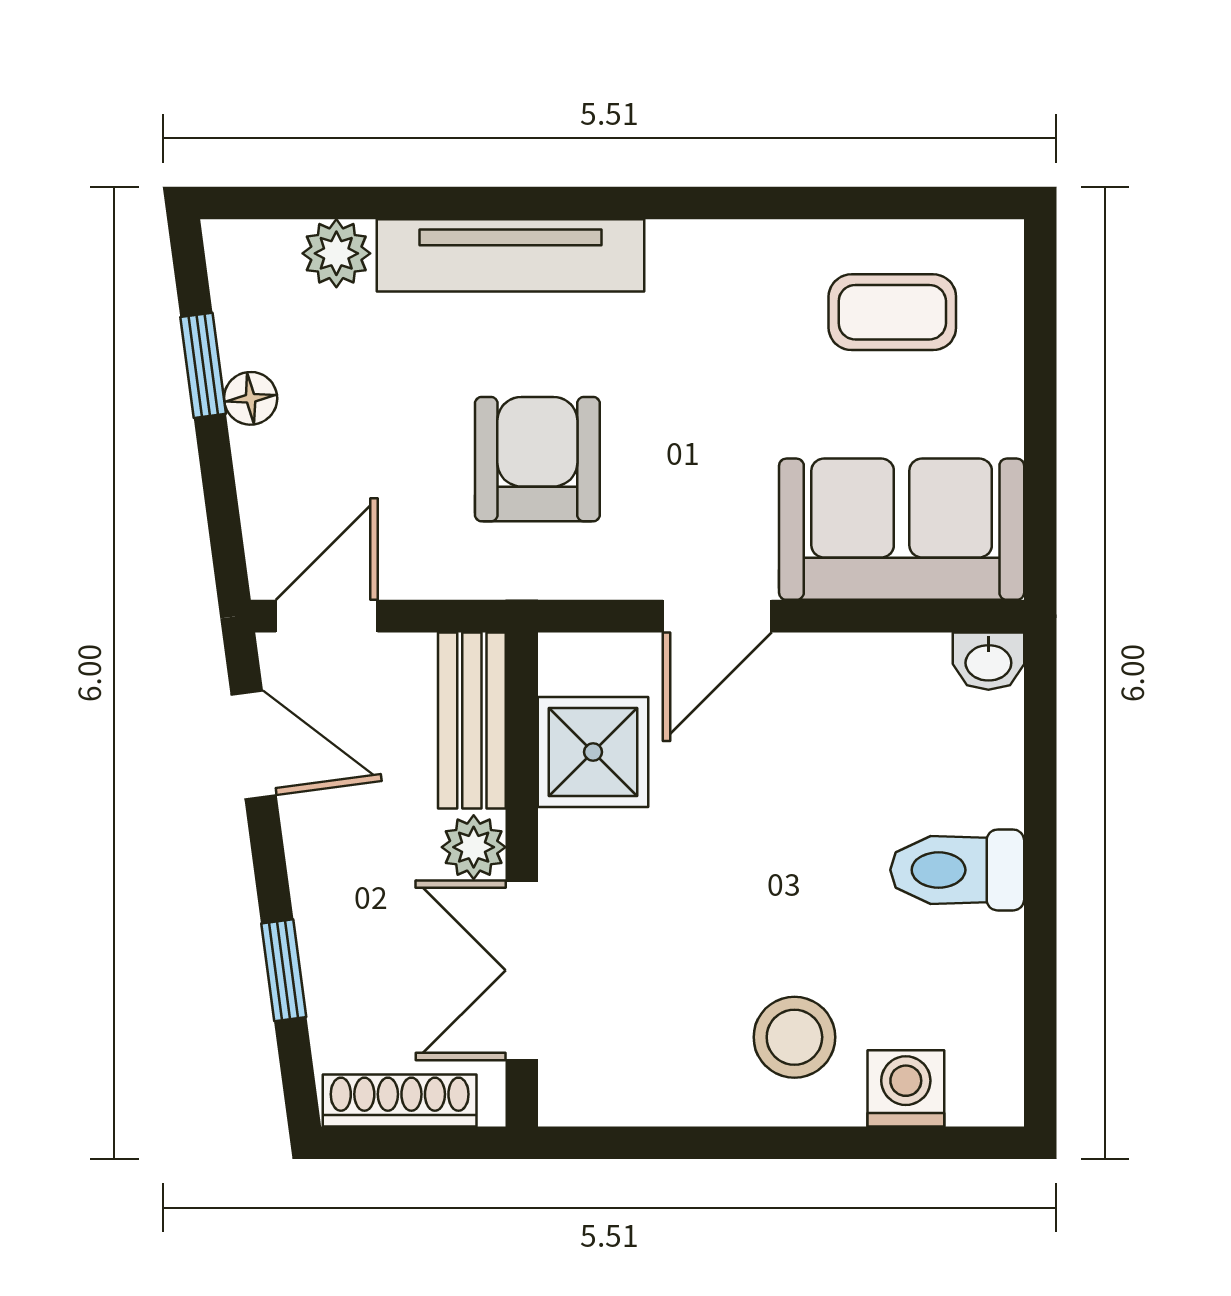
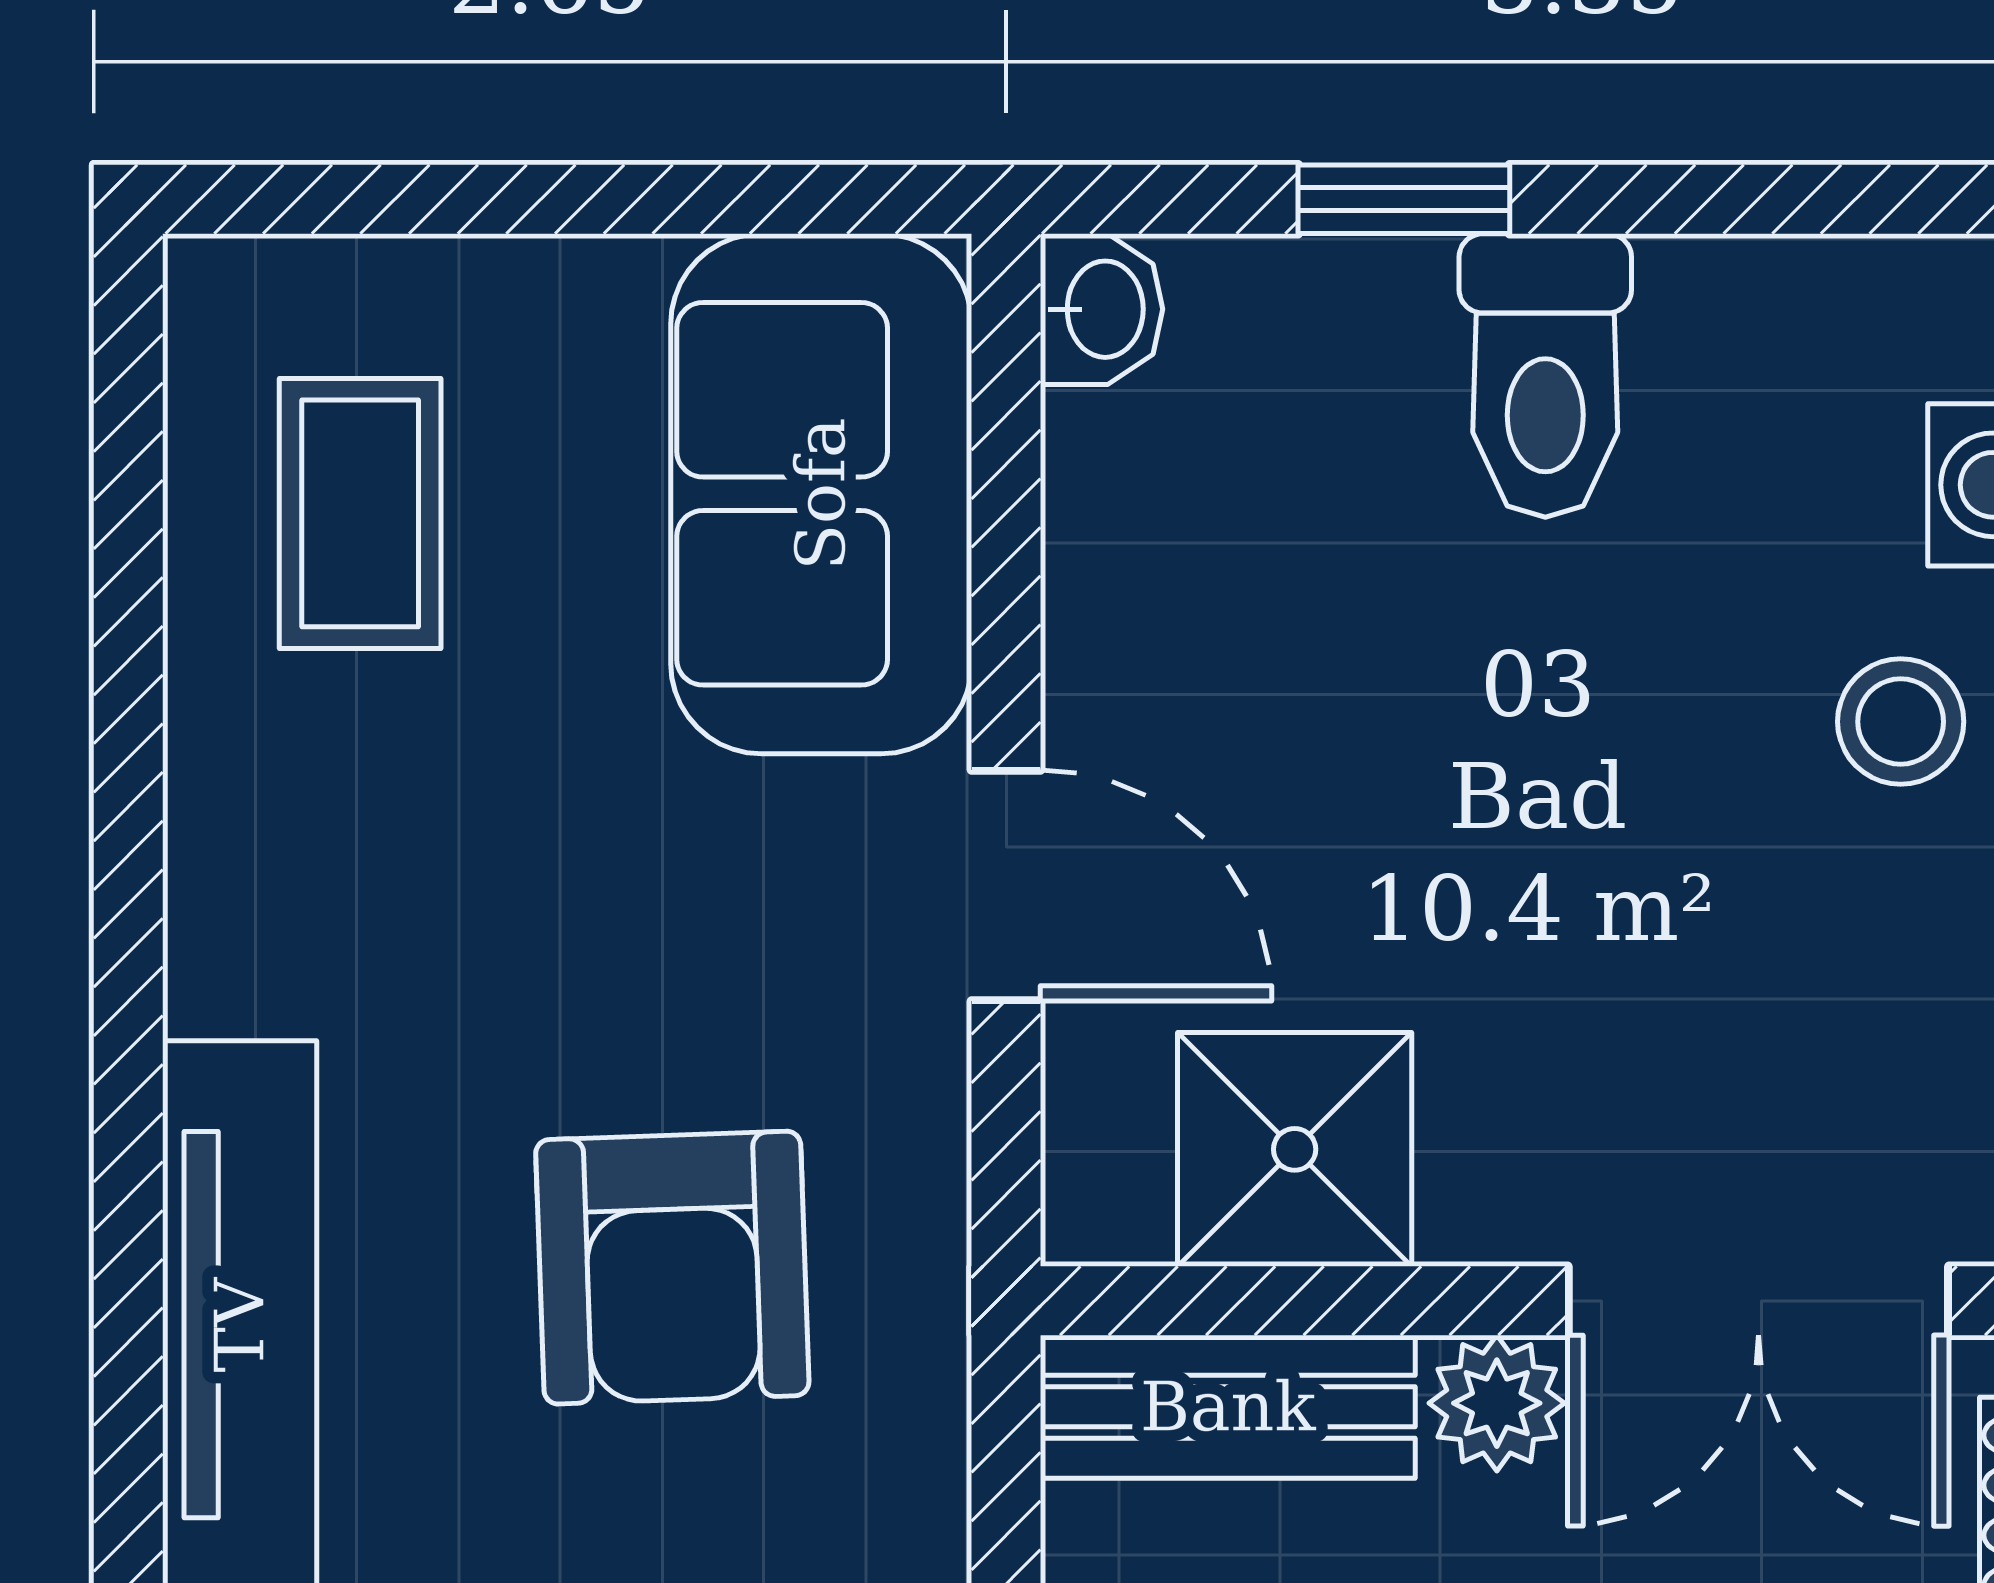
armchair: (537, 459) -> (672, 1268), turned -92
window: (1040, 803) -> (1404, 199), added
stool: (794, 1037) -> (1901, 722), width x0.73, depth x0.73

